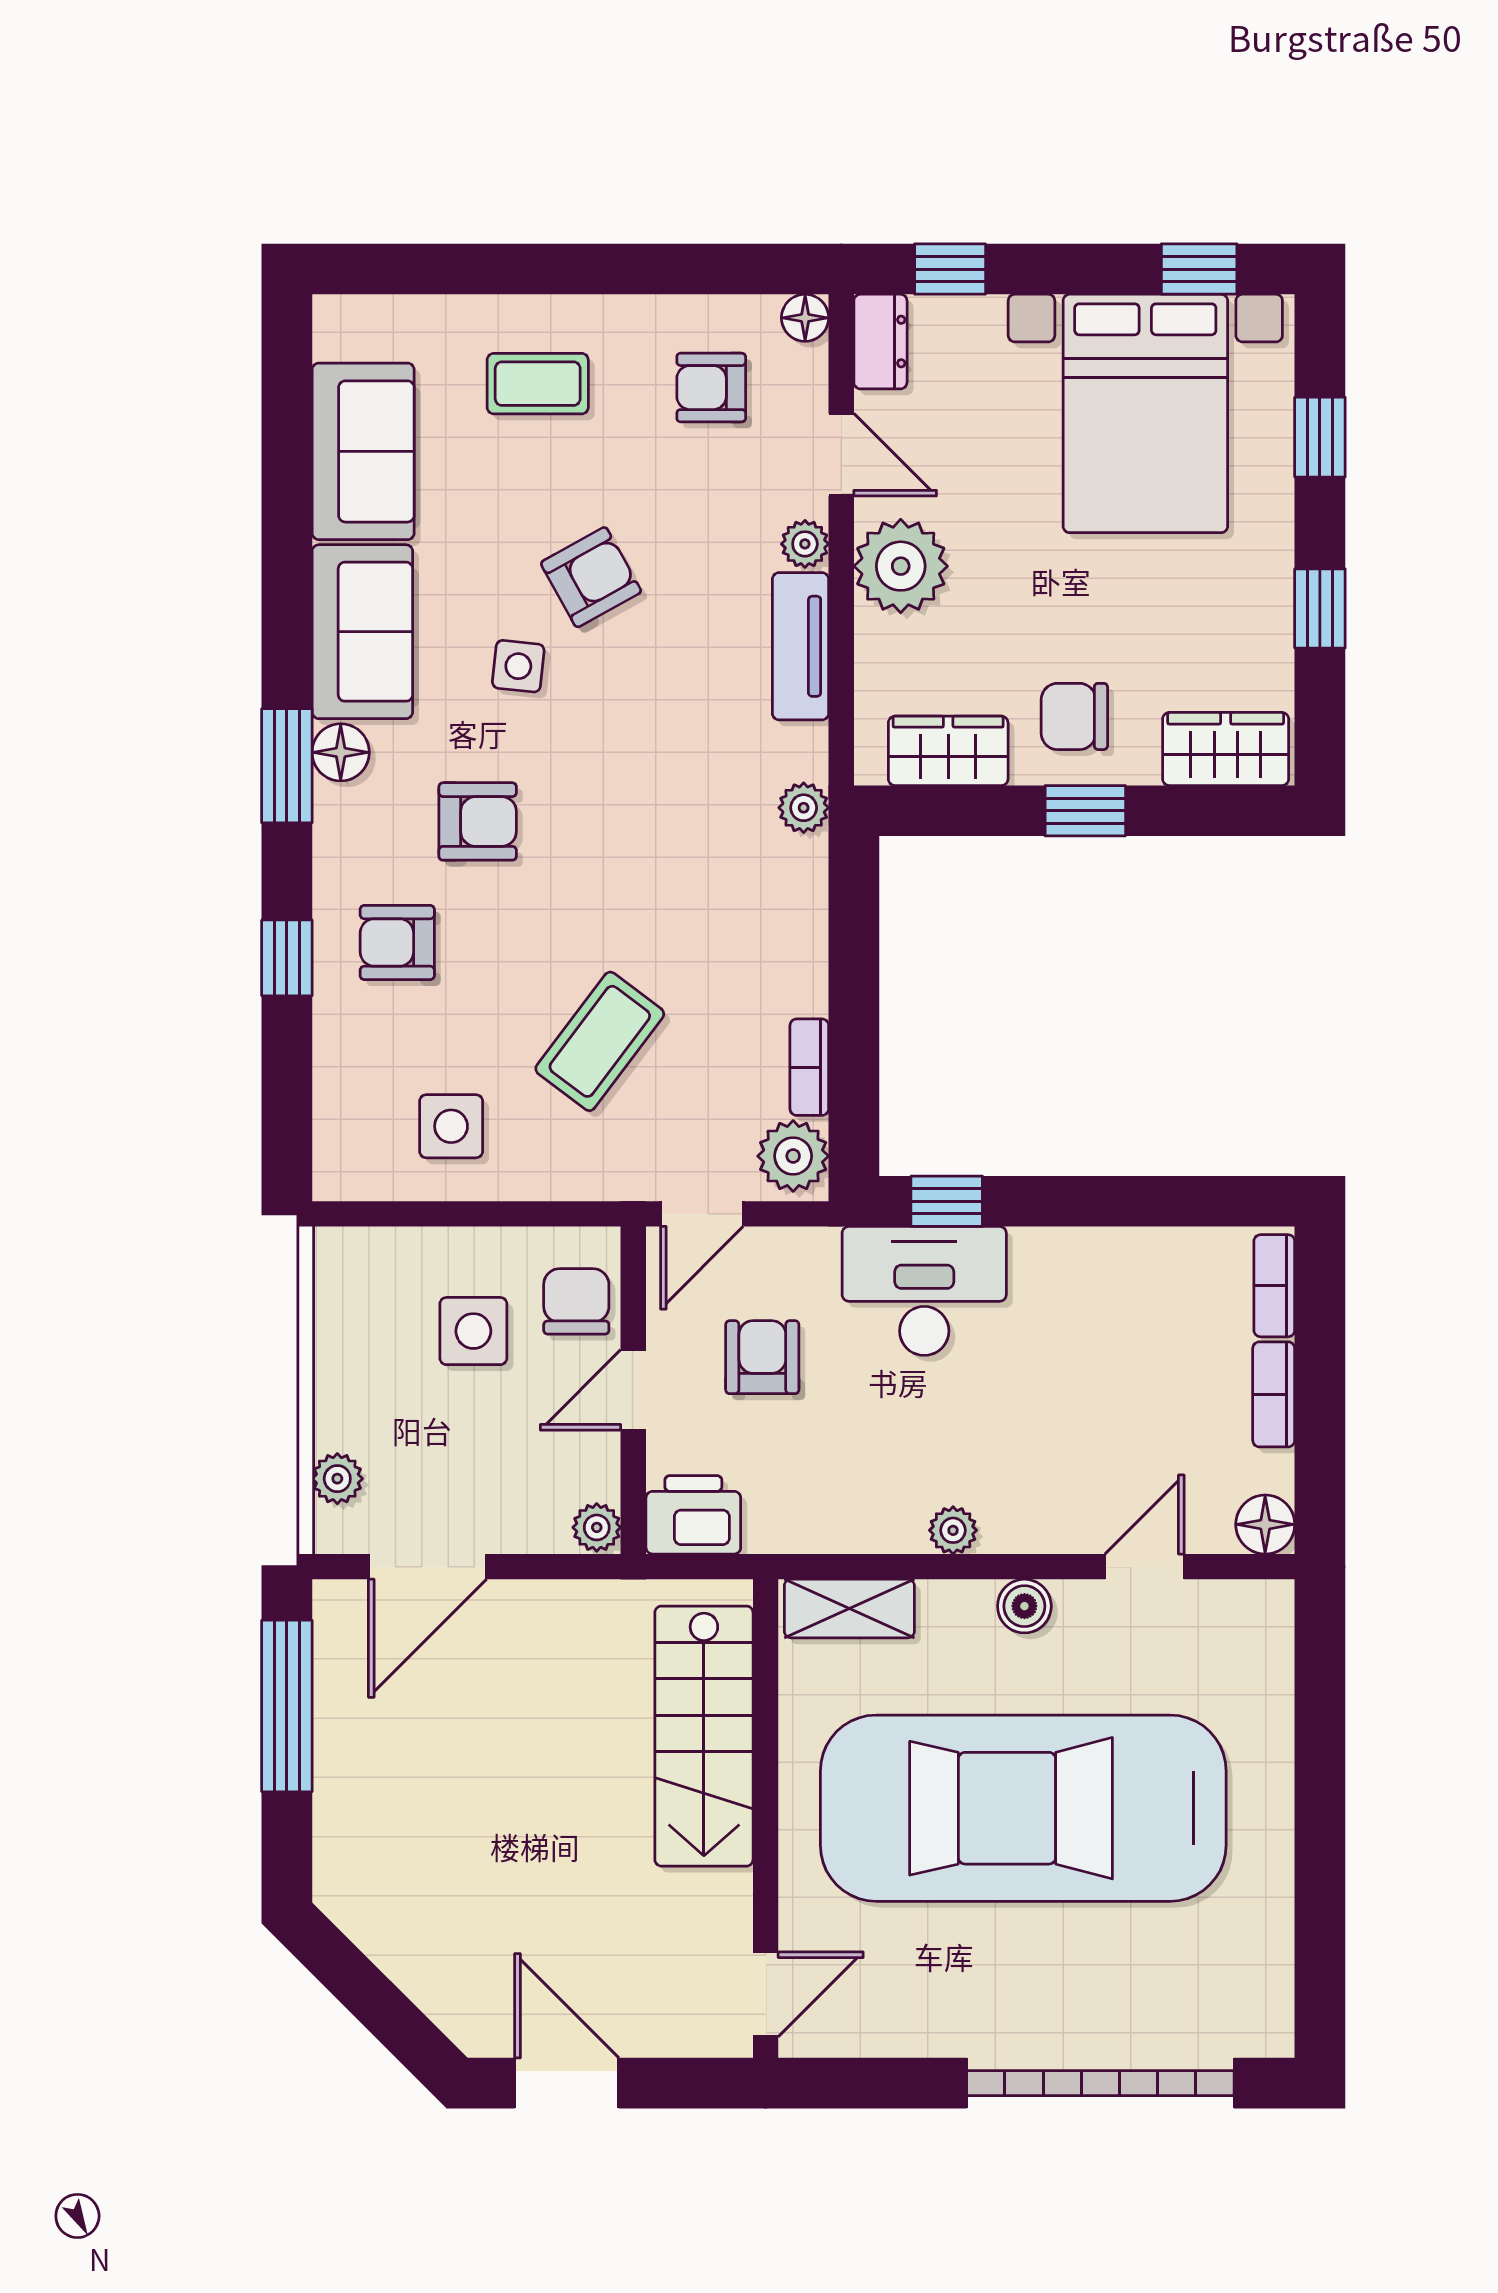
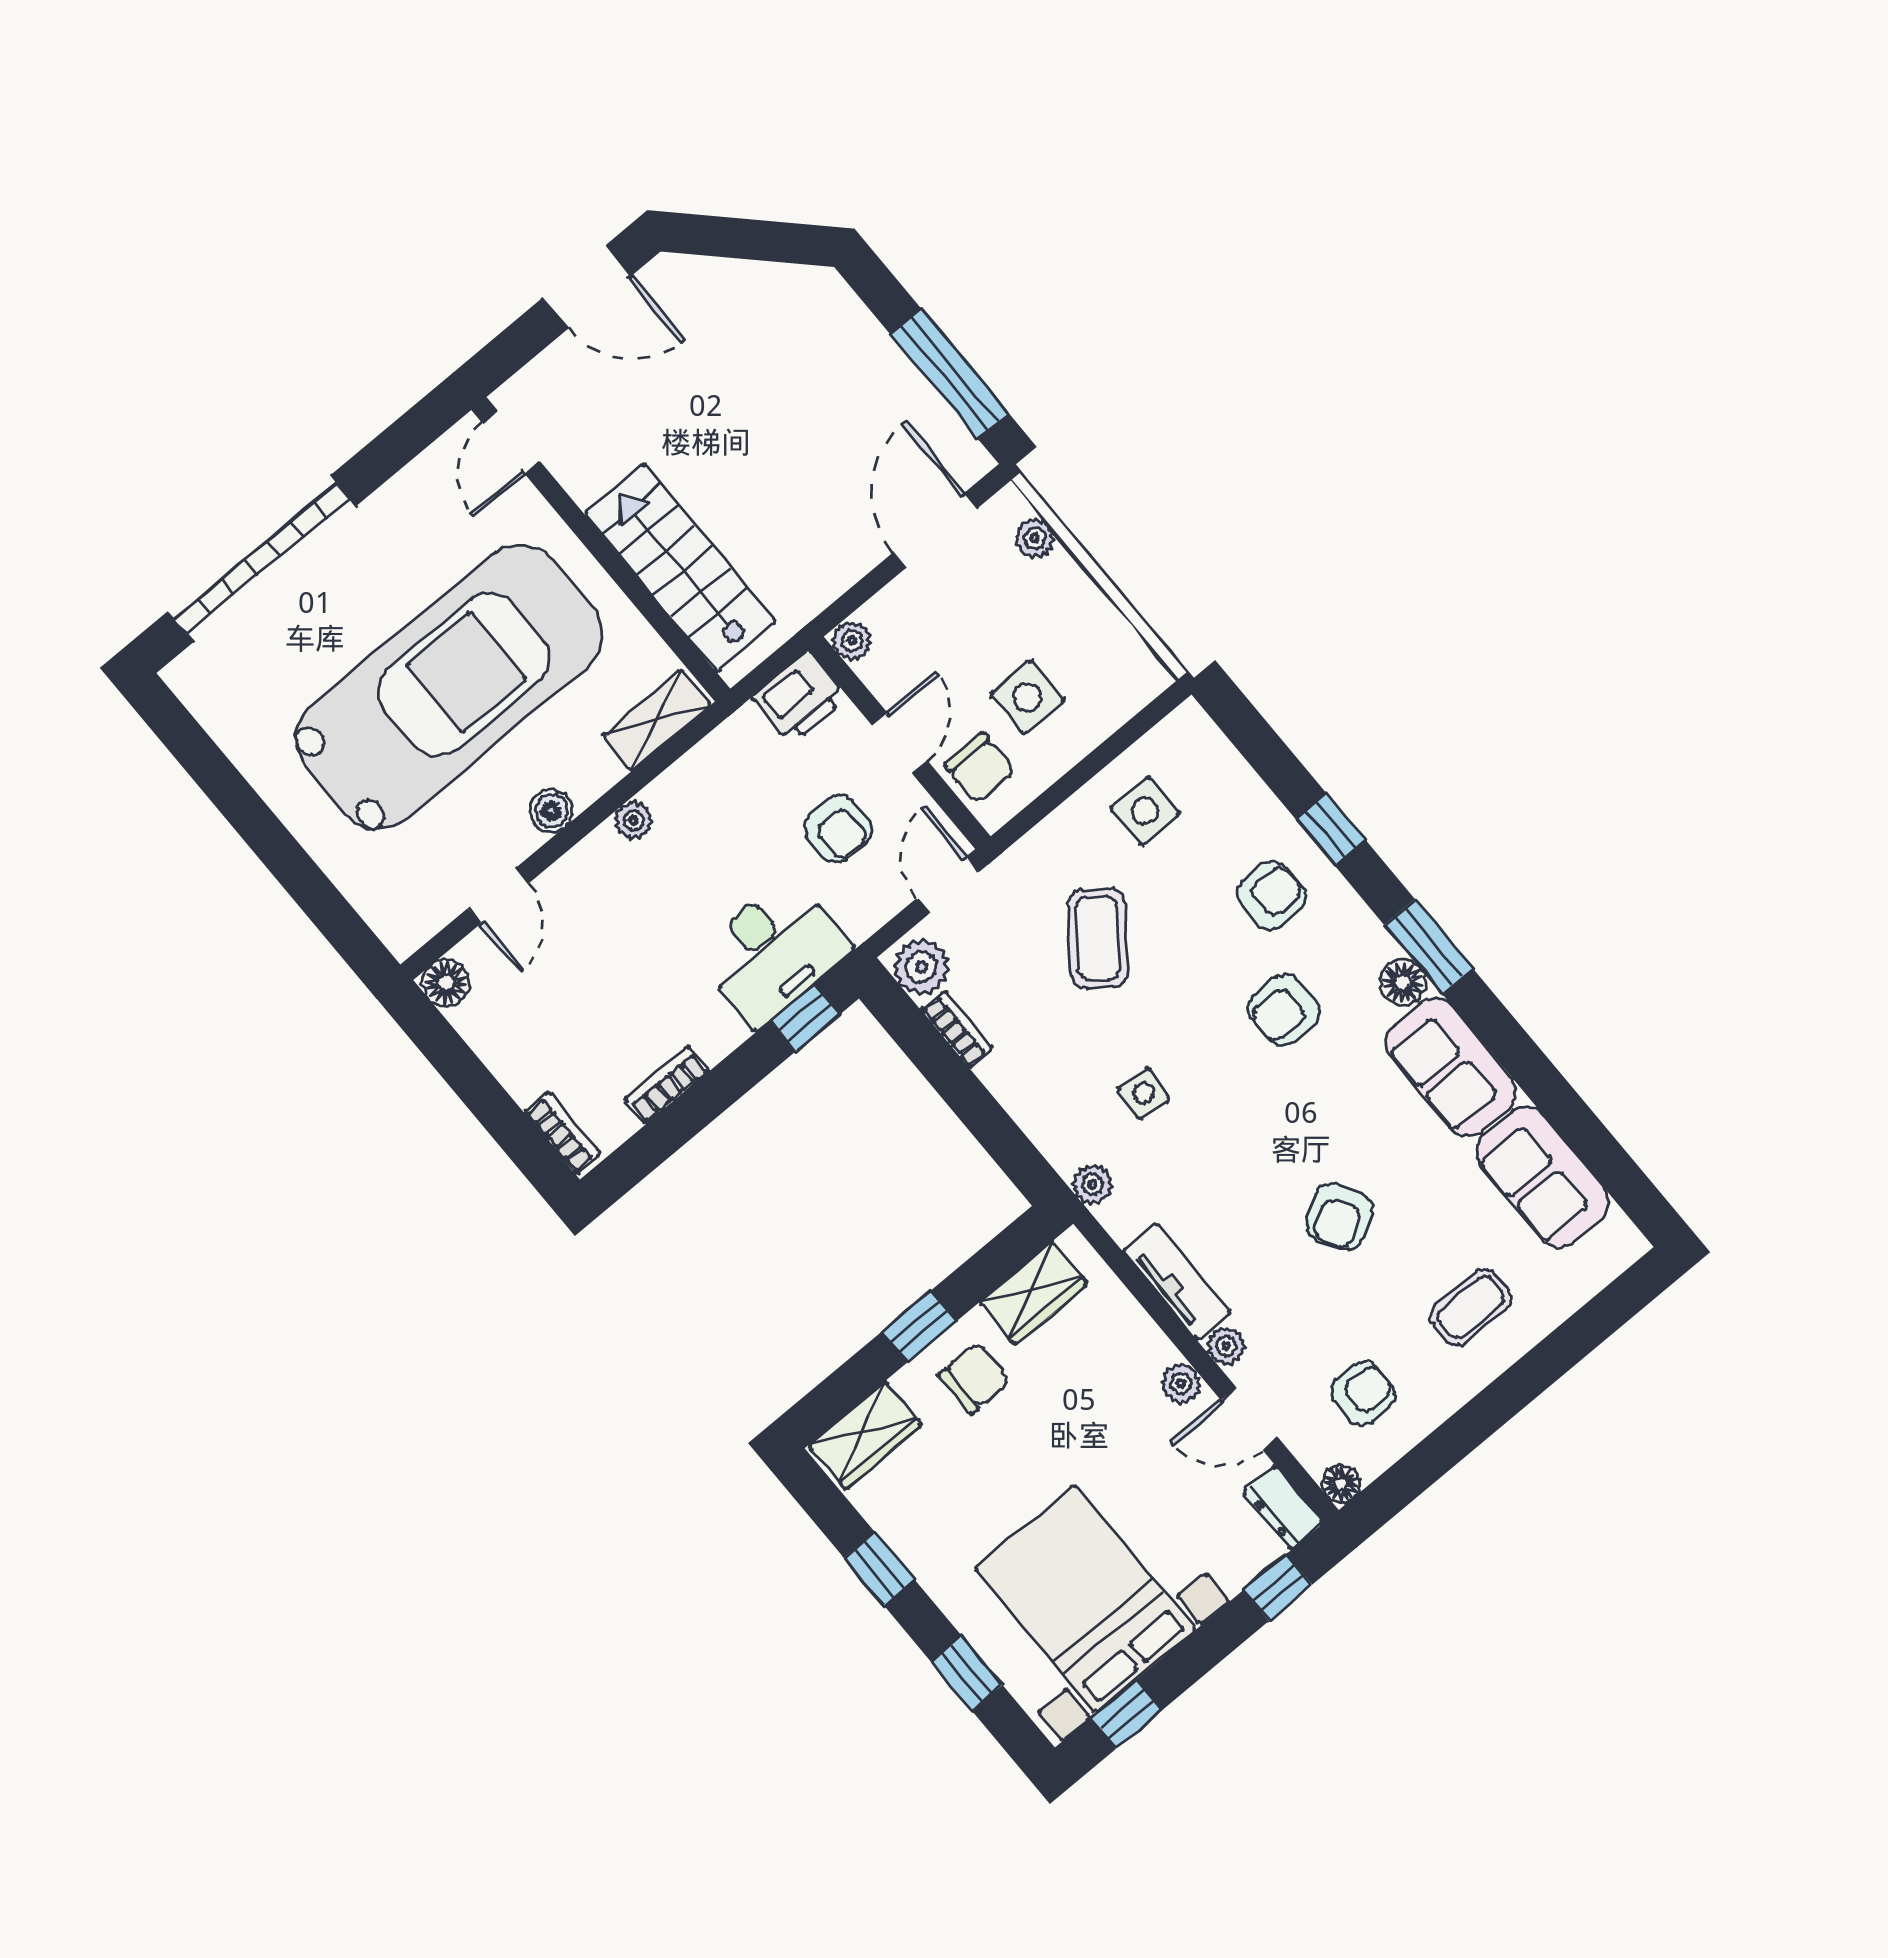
plant: (901, 566) -> (1181, 1383), width x0.53, depth x0.53
side table: (518, 666) -> (1144, 1093), moved
bookcase: (1274, 1394) -> (667, 1085), moved, turned -90

